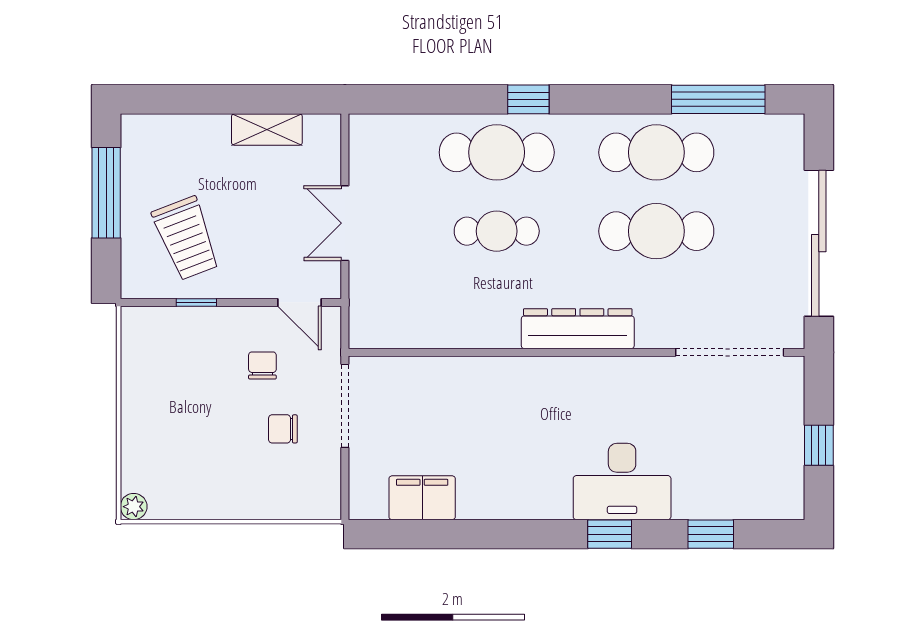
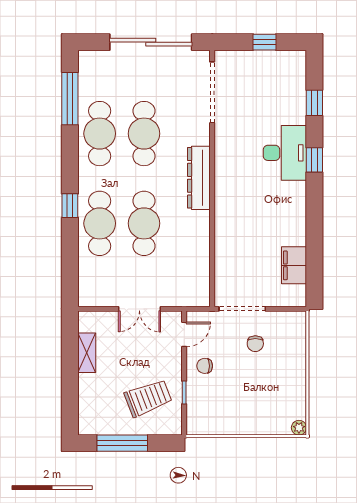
cafe table: (497, 231) -> (144, 223), width x1.37, depth x1.35
chair: (262, 365) -> (205, 366), moved

